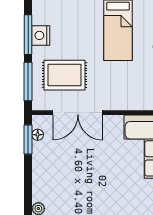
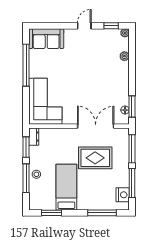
nightstand: (41, 35) -> (123, 195), moved
rug: (65, 75) -> (95, 158), moved

